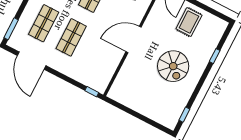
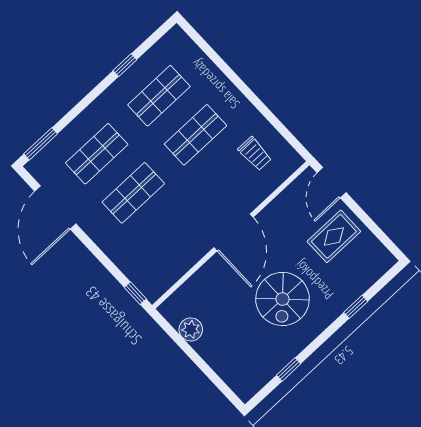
door: (134, 39) -> (234, 232), swing flipped
plant: (129, 101) -> (191, 329), added
window: (184, 115) -> (289, 369), moved

